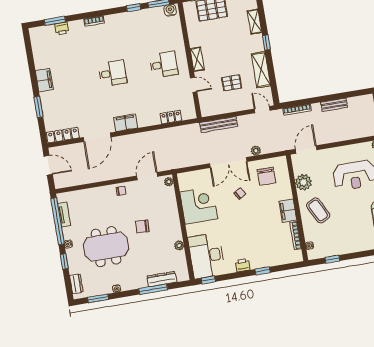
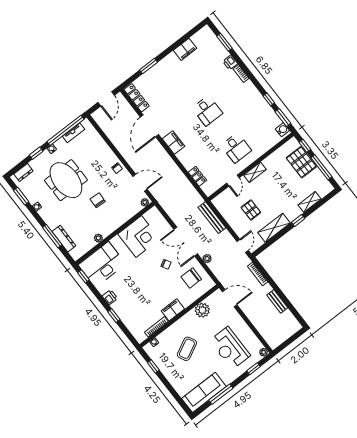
printer: (62, 28) -> (230, 62), moved
filing cabinet: (44, 80) -> (185, 49), moved
door: (97, 137) -> (149, 126), hinge flipped
coffee table: (318, 210) -> (187, 349), moved

